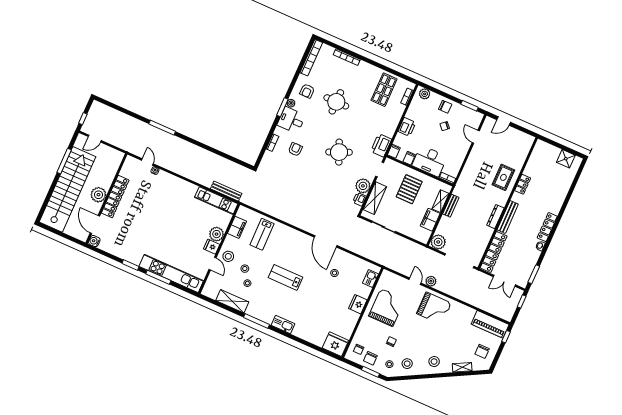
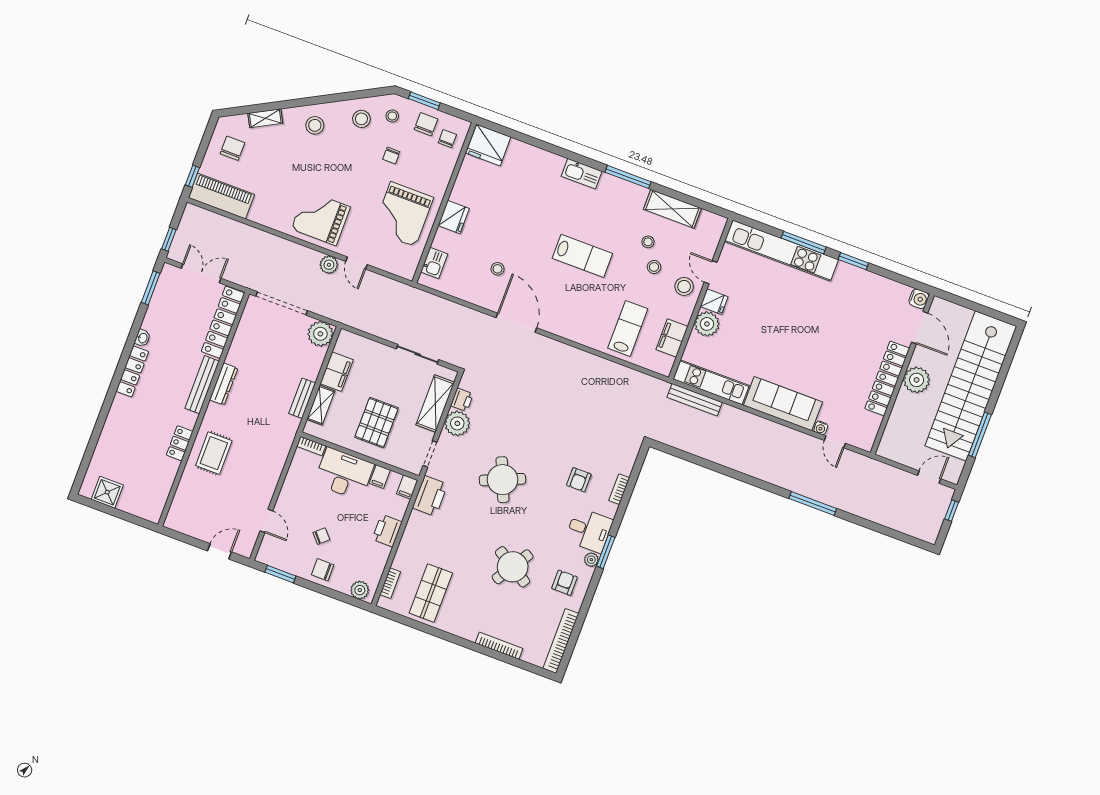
round table: (336, 102) -> (513, 567), turned 32
sofa: (176, 186) -> (783, 404), added

